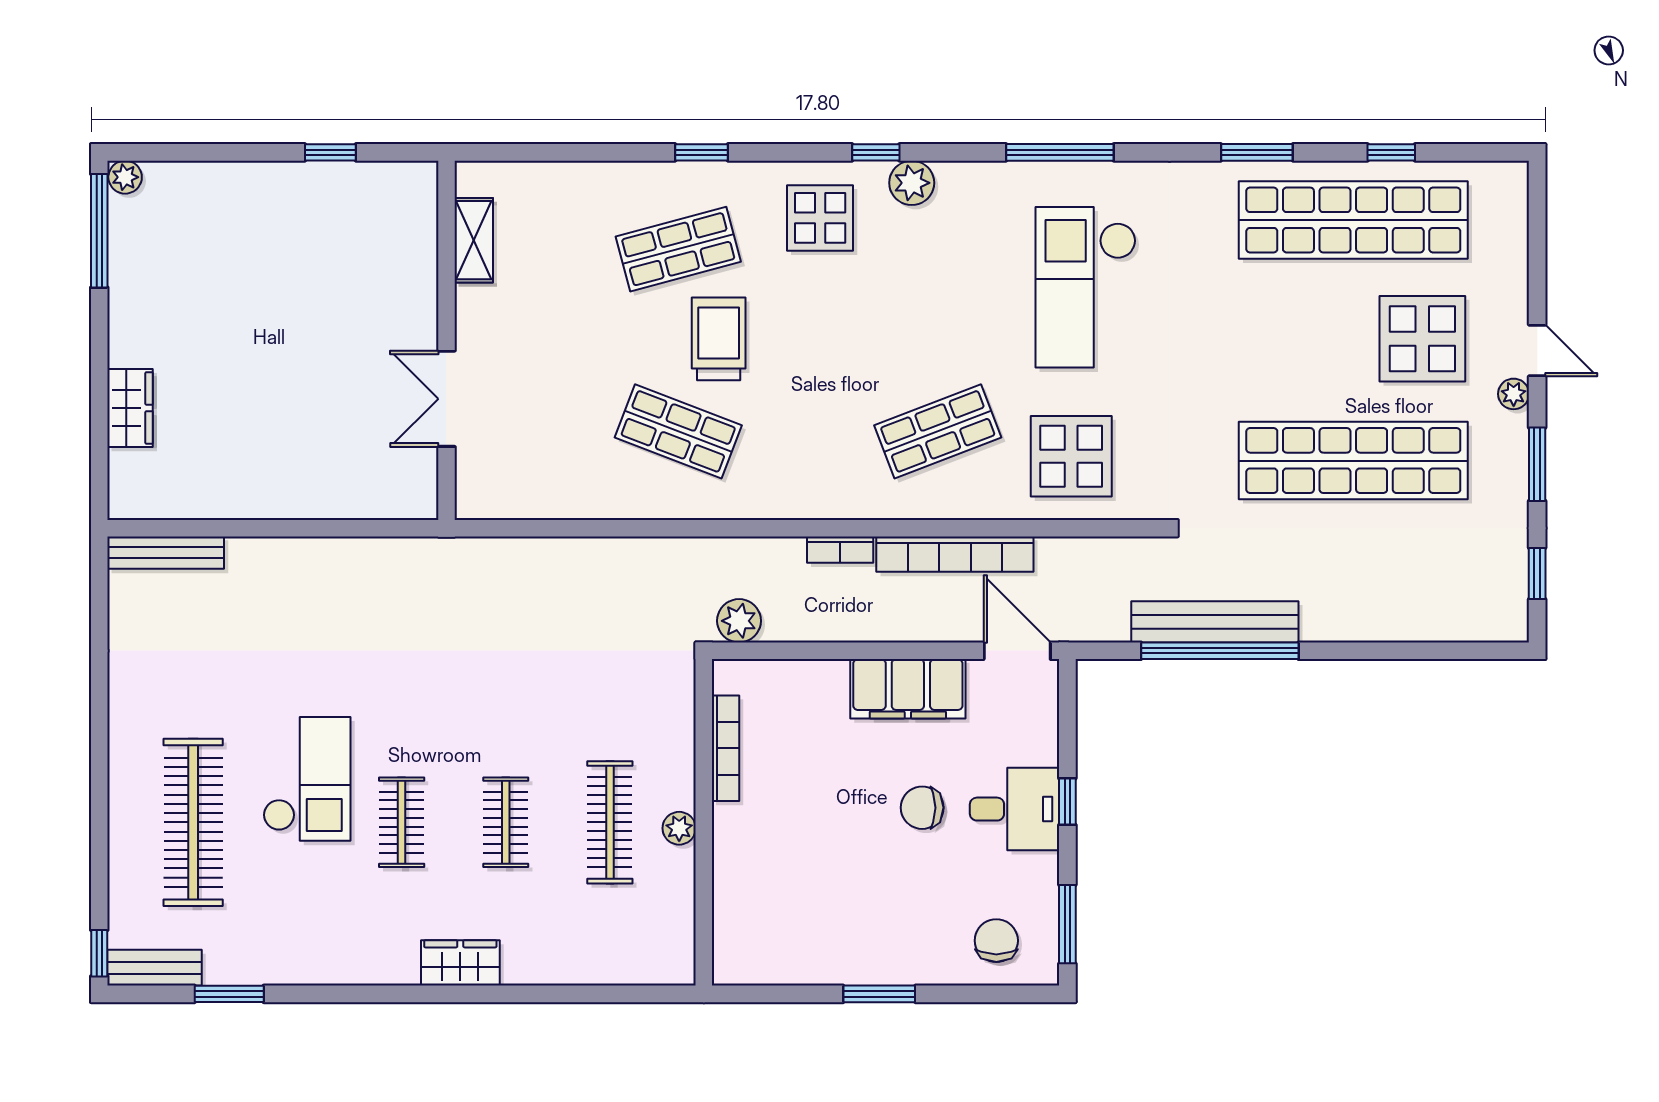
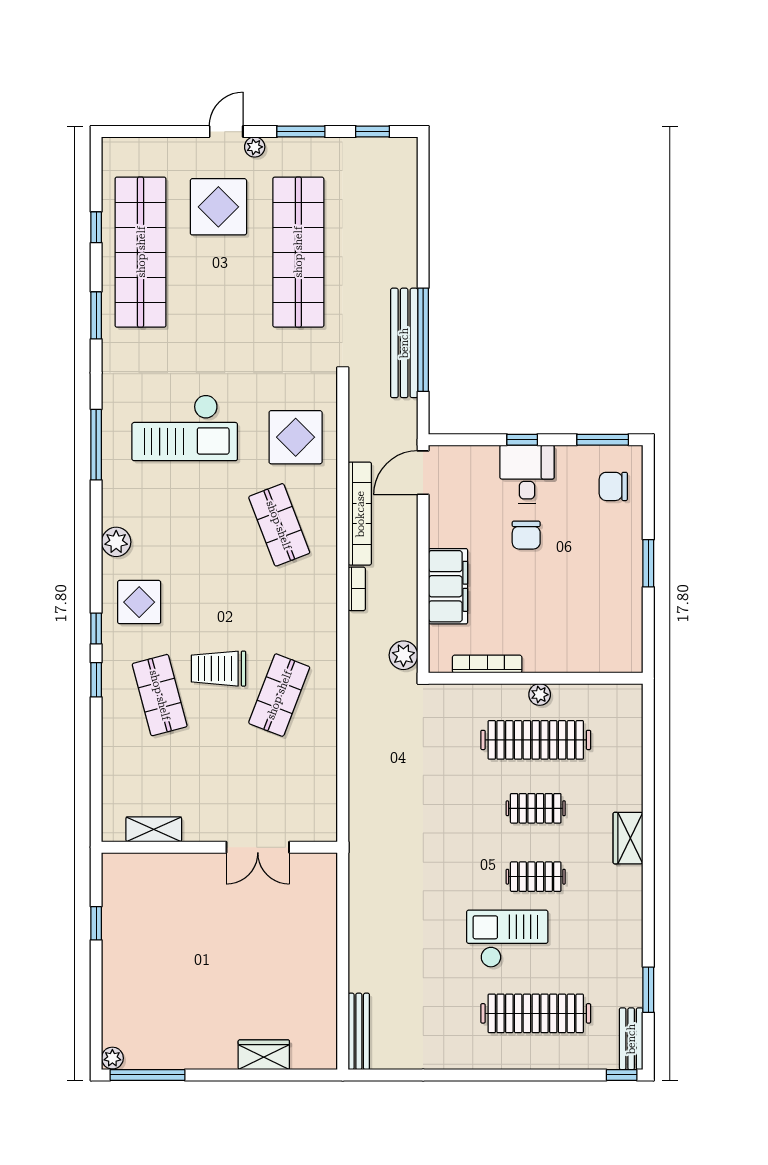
window: (876, 152) -> (96, 628), moved
filing cabinet: (908, 689) -> (448, 586), moved
clothes rail: (610, 822) -> (536, 740), width x1.37, depth x1.31

